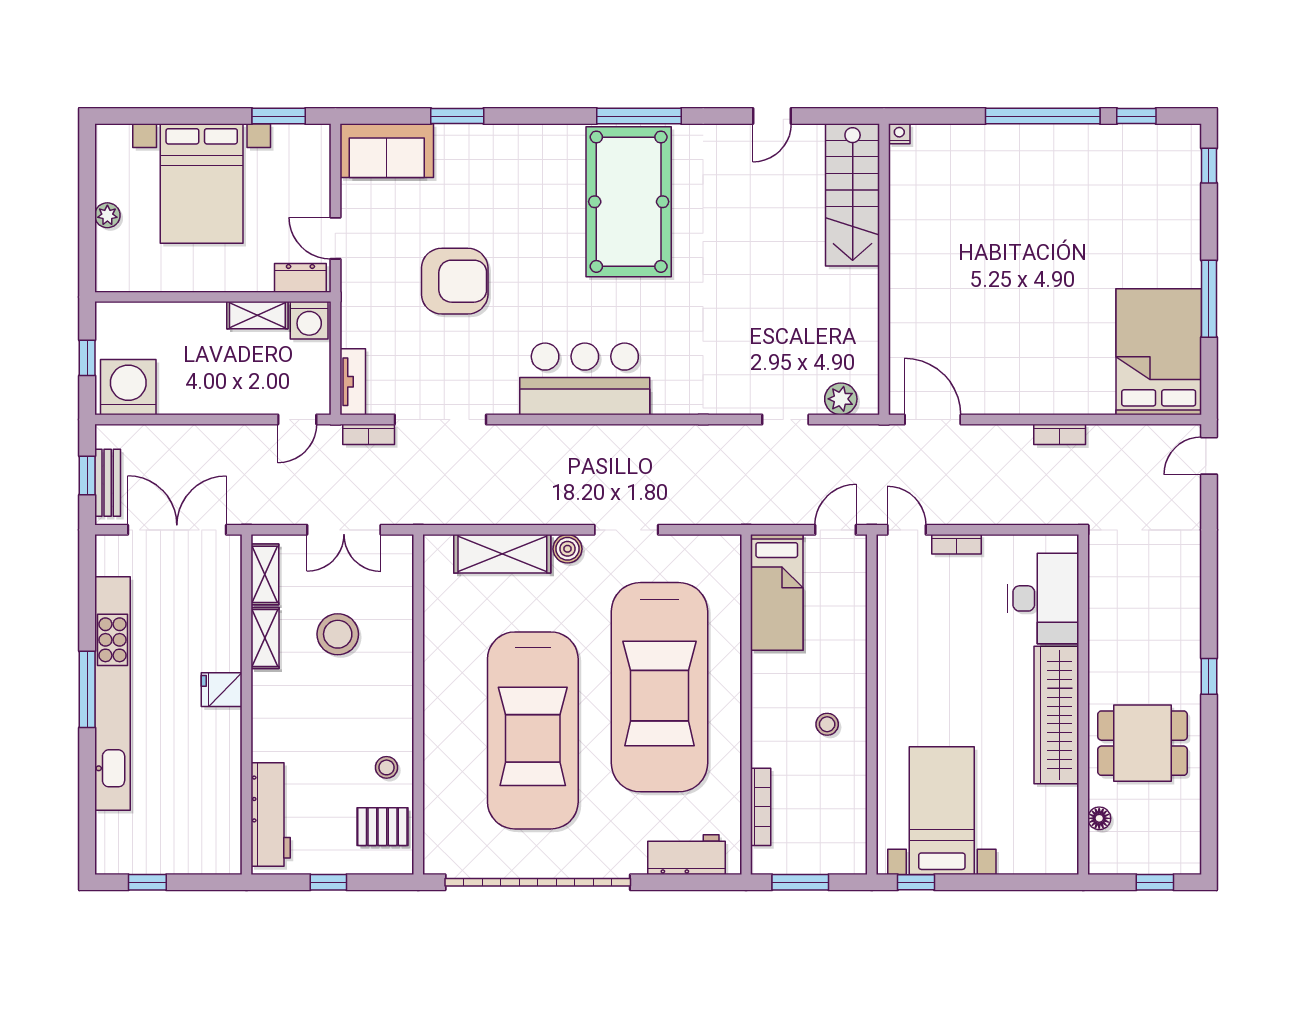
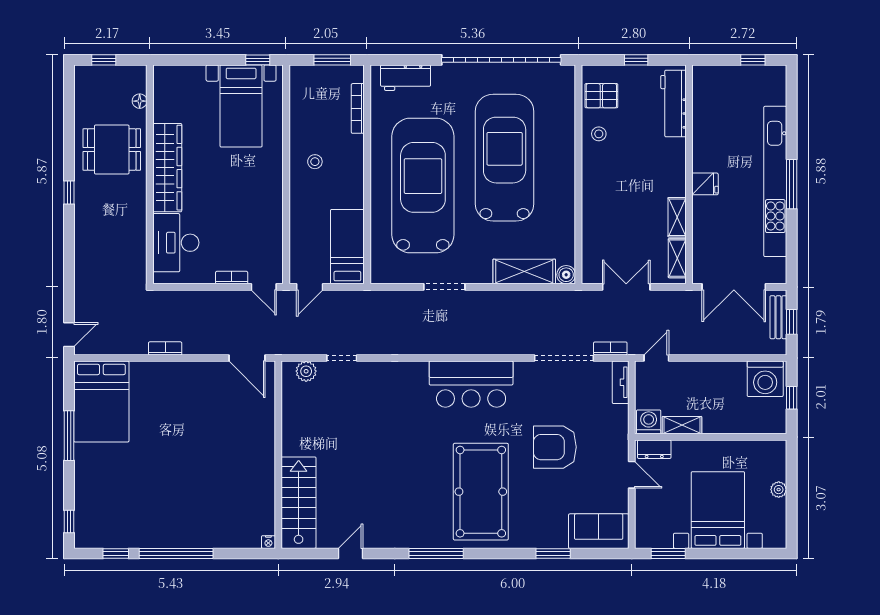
pool table: (629, 202) -> (481, 492), moved
boiler: (567, 549) -> (566, 275), moved
stool: (338, 634) -> (630, 220), removed

